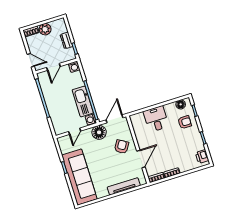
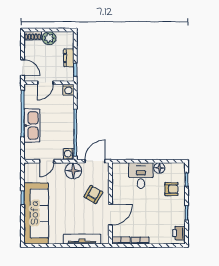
kitchen sink: (83, 101) -> (32, 126), moved, turned 180
floor lamp: (181, 104) -> (159, 168), moved

